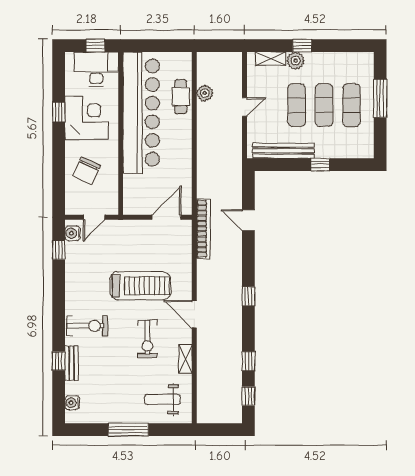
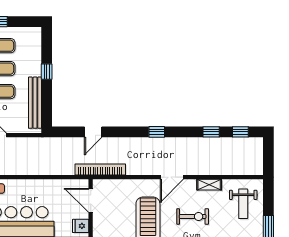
fridge: (136, 205) -> (81, 226), added

